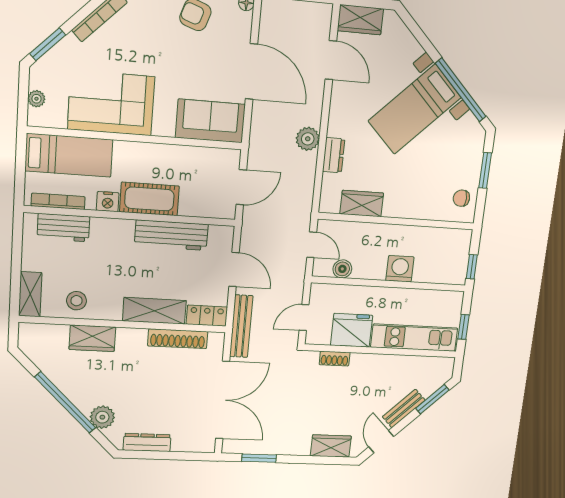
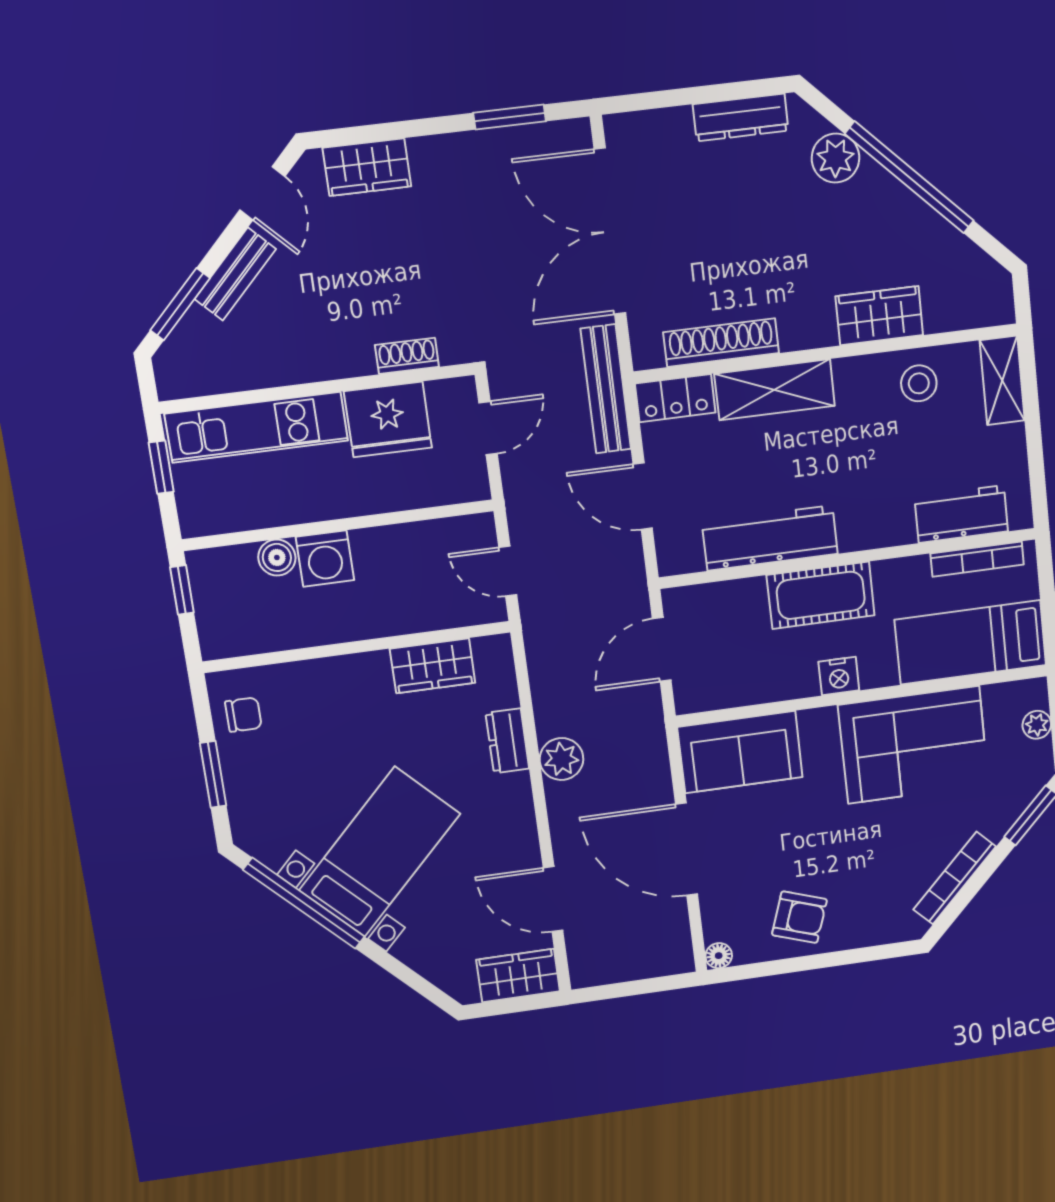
nightstand: (108, 202) -> (839, 676), moved, turned 180
boiler: (342, 269) -> (277, 557), moved

